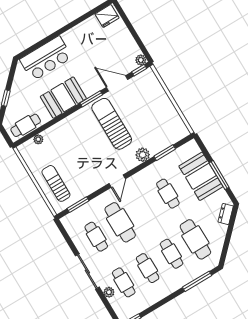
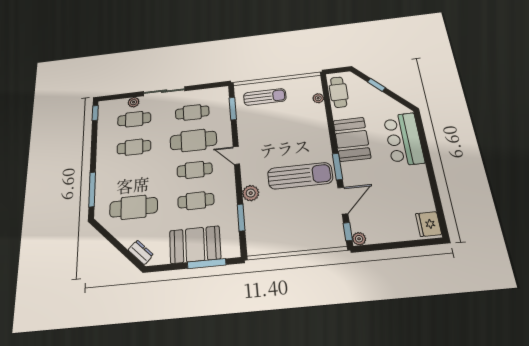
window: (219, 175) -> (207, 264), moved
cafe table: (172, 254) -> (195, 170), moved

